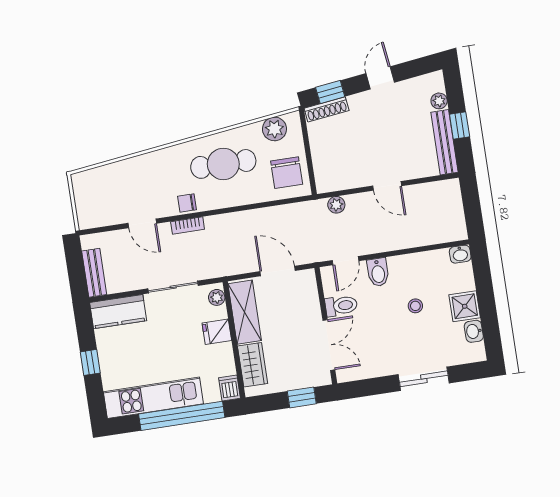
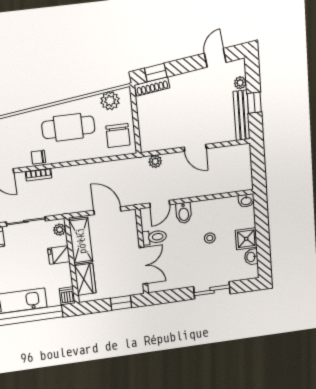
door: (380, 78) -> (215, 58), moved

